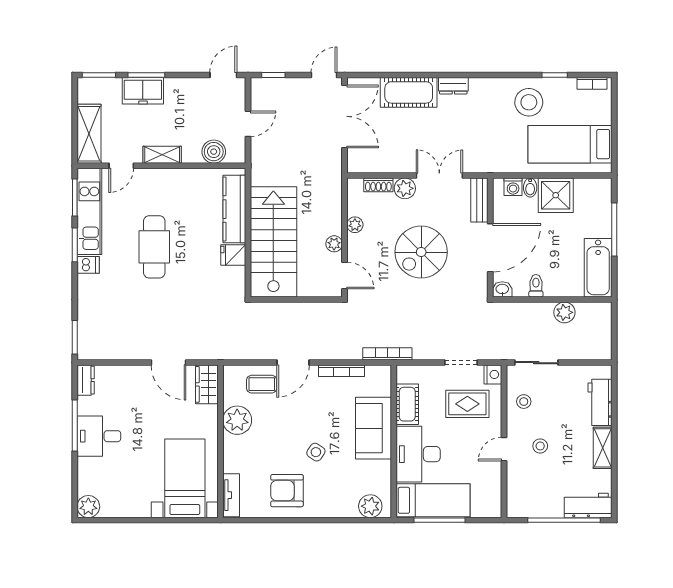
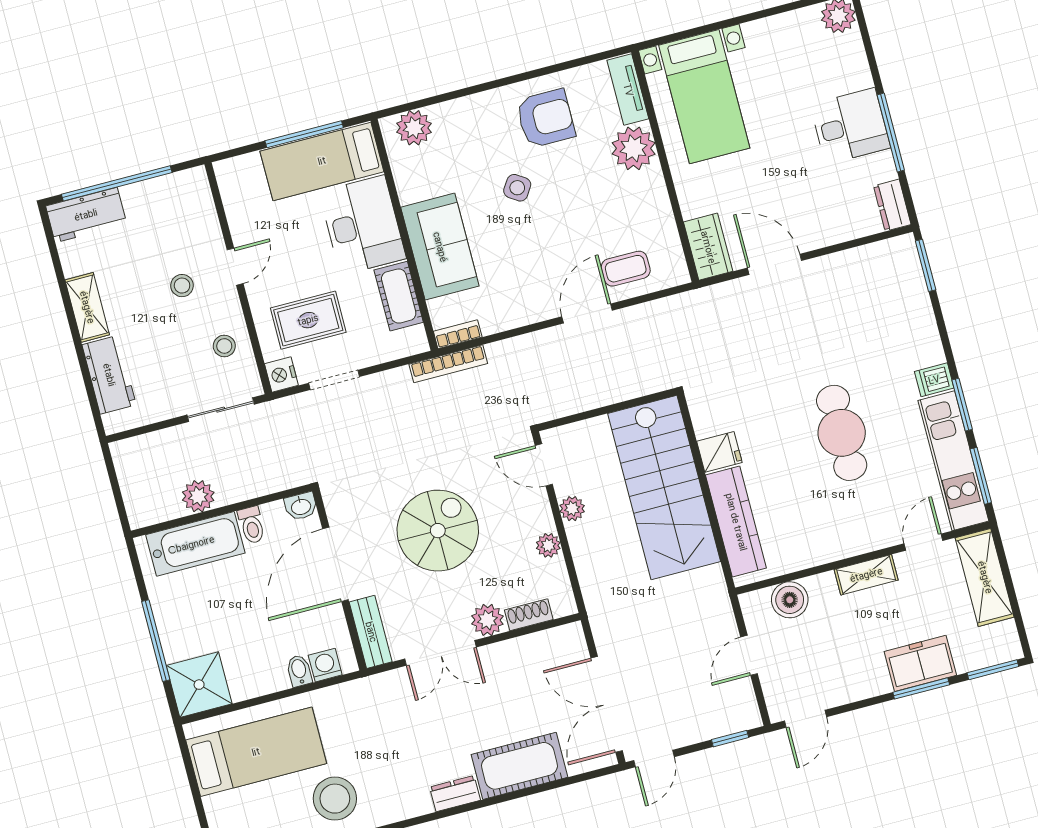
shower: (556, 195) -> (199, 685), moved
bathtub: (598, 268) -> (195, 544), moved, turned 90
bookcase: (342, 371) -> (458, 334), moved, width x0.64
plant: (237, 420) -> (634, 148), moved

